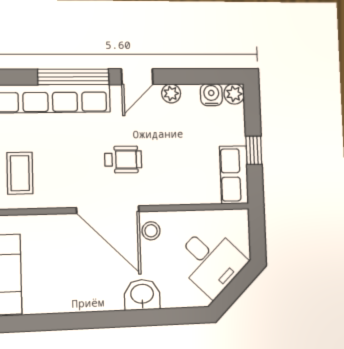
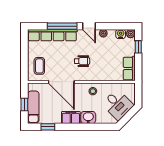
door: (137, 77) -> (89, 26), hinge flipped
window: (254, 150) -> (138, 47), moved
door: (108, 210) -> (61, 82), moved
filing cabinet: (100, 297) -> (71, 118), added
window: (44, 322) -> (48, 127), added

